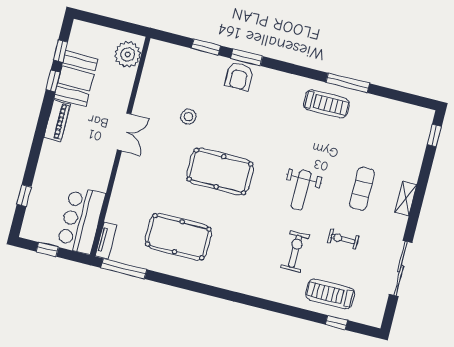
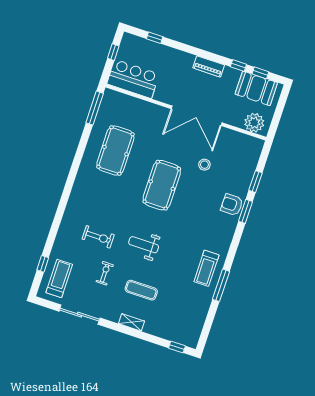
booth: (76, 79) -> (256, 88), moved
double door: (124, 132) -> (197, 116), width x1.87
tv unit: (106, 241) -> (117, 96), removed
treadmill: (330, 294) -> (59, 278), moved

